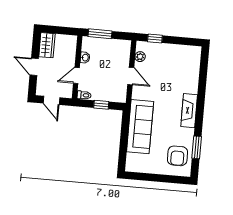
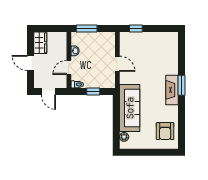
plant: (140, 57) -> (124, 137), moved
window: (197, 147) -> (181, 85), moved

